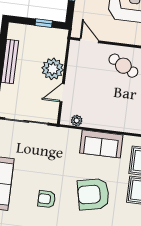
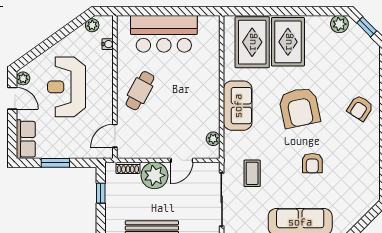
shoe rack: (62, 48) -> (128, 168), added
door: (62, 93) -> (182, 160), hinge flipped
coffee table: (44, 149) -> (252, 173), added

